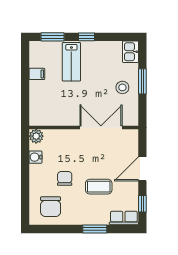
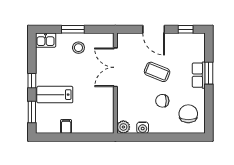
lab bench: (71, 62) -> (55, 95), turned 180
coffee table: (99, 187) -> (157, 72), moved, turned -68
chair: (51, 207) -> (188, 114), turned -90
row of seats: (124, 218) -> (199, 75), moved

